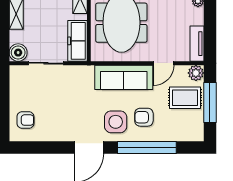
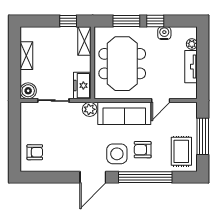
freezer: (78, 41) -> (82, 86), width x0.71
tv unit: (197, 44) -> (191, 67), moved
plant: (196, 73) -> (90, 109), moved
rug: (185, 98) -> (181, 151), moved, turned 90

